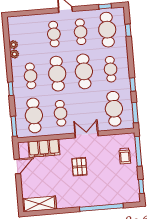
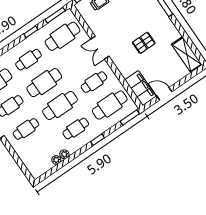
filing cabinet: (44, 148) -> (140, 88), moved
pallet: (79, 167) -> (144, 43), moved

